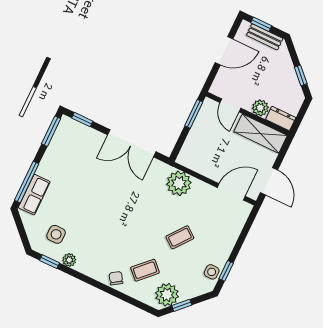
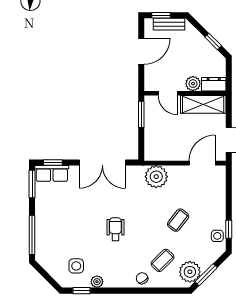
row of seats: (34, 195) -> (52, 173), moved, turned 90
wheelchair: (113, 216) -> (115, 229), added
window: (182, 305) -> (206, 275), width x1.50

